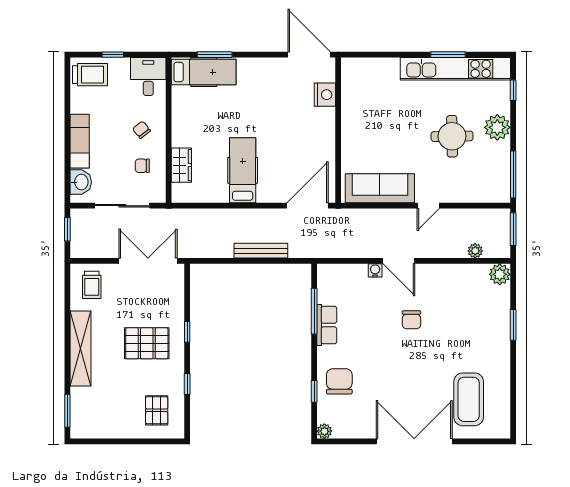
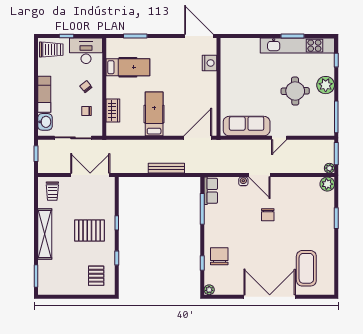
hospital bed: (204, 72) -> (128, 67), moved
desk: (148, 77) -> (86, 51), width x1.37
plant: (475, 251) -> (329, 168), moved
row of seats: (327, 325) -> (211, 191), moved

